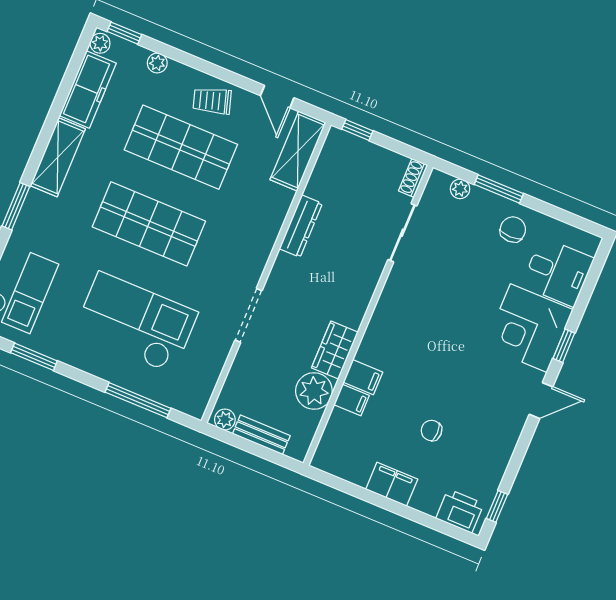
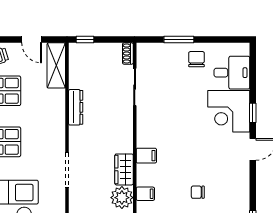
plant: (460, 189) -> (157, 49), removed
filing cabinet: (363, 377) -> (146, 156), moved

